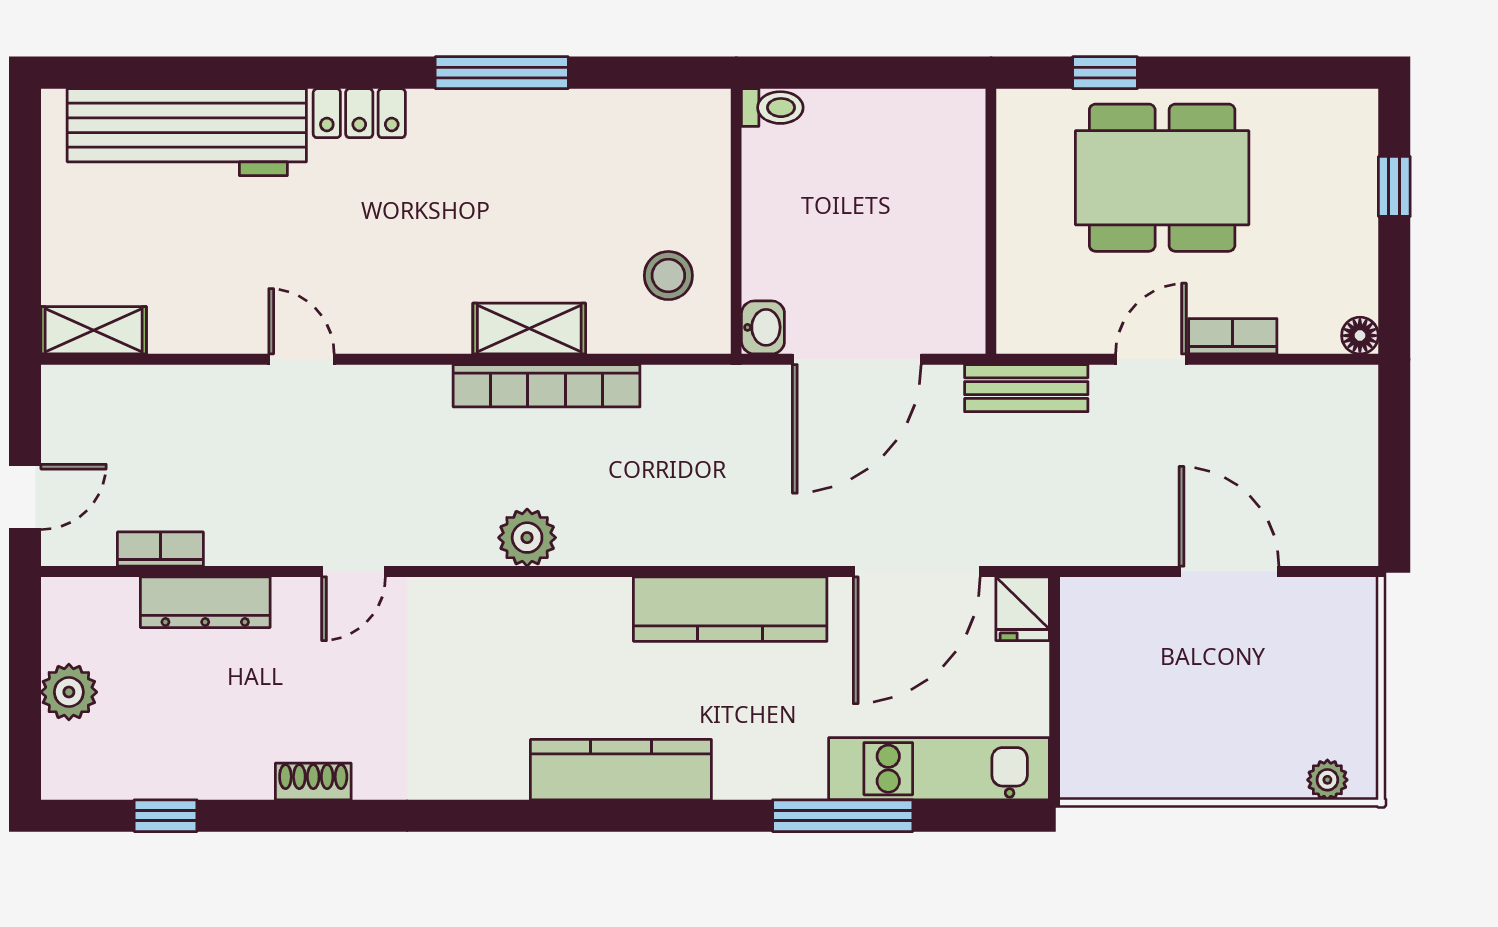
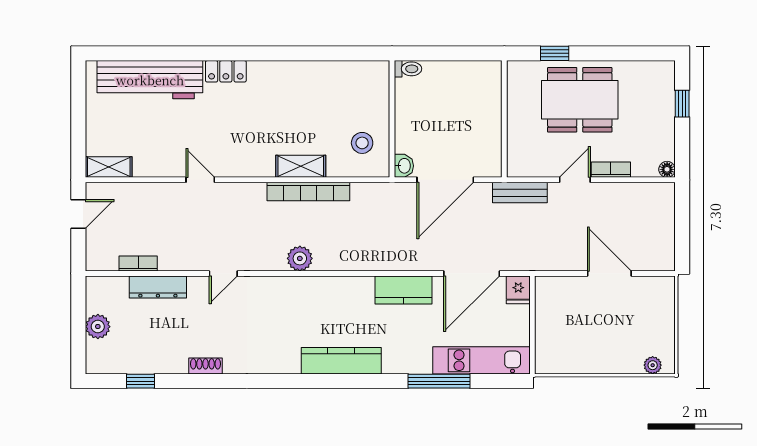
window: (502, 73) -> (289, 53), removed
door: (25, 497) -> (78, 214), moved
kitchen counter: (730, 609) -> (404, 290), width x0.67

